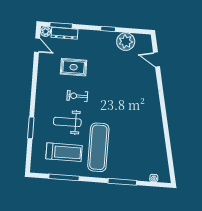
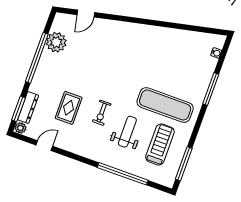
window: (108, 29) -> (37, 58), width x3.17
door: (37, 45) -> (44, 146), moved
weight bench: (67, 122) -> (127, 132), turned 180
window: (31, 128) -> (123, 174), width x2.11
window: (64, 177) -> (184, 164), moved

